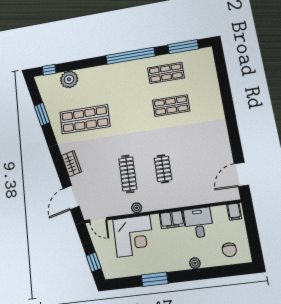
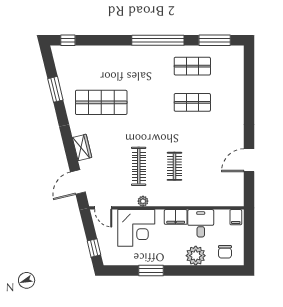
plant: (69, 79) -> (89, 55), removed
door: (241, 175) -> (249, 160), moved
plant: (195, 263) -> (196, 256), width x1.88, depth x1.88

